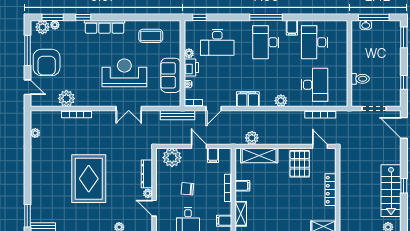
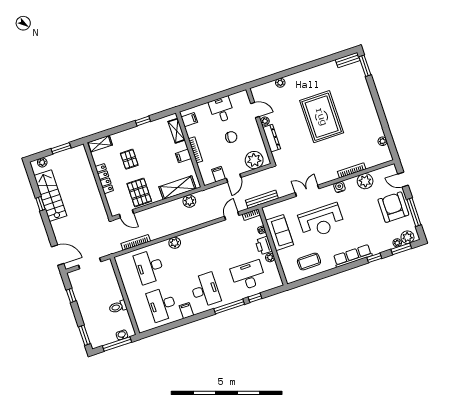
window: (200, 17) -> (255, 298), moved
window: (266, 17) -> (229, 306), moved
desk: (315, 42) -> (162, 304), turned 180
toilet: (360, 79) -> (118, 307), moved
filing cabinet: (248, 99) -> (204, 234), removed
water cooler: (94, 101) -> (339, 187), added
door: (199, 146) -> (234, 178), hinge flipped
pallet: (298, 201) -> (129, 159), added

